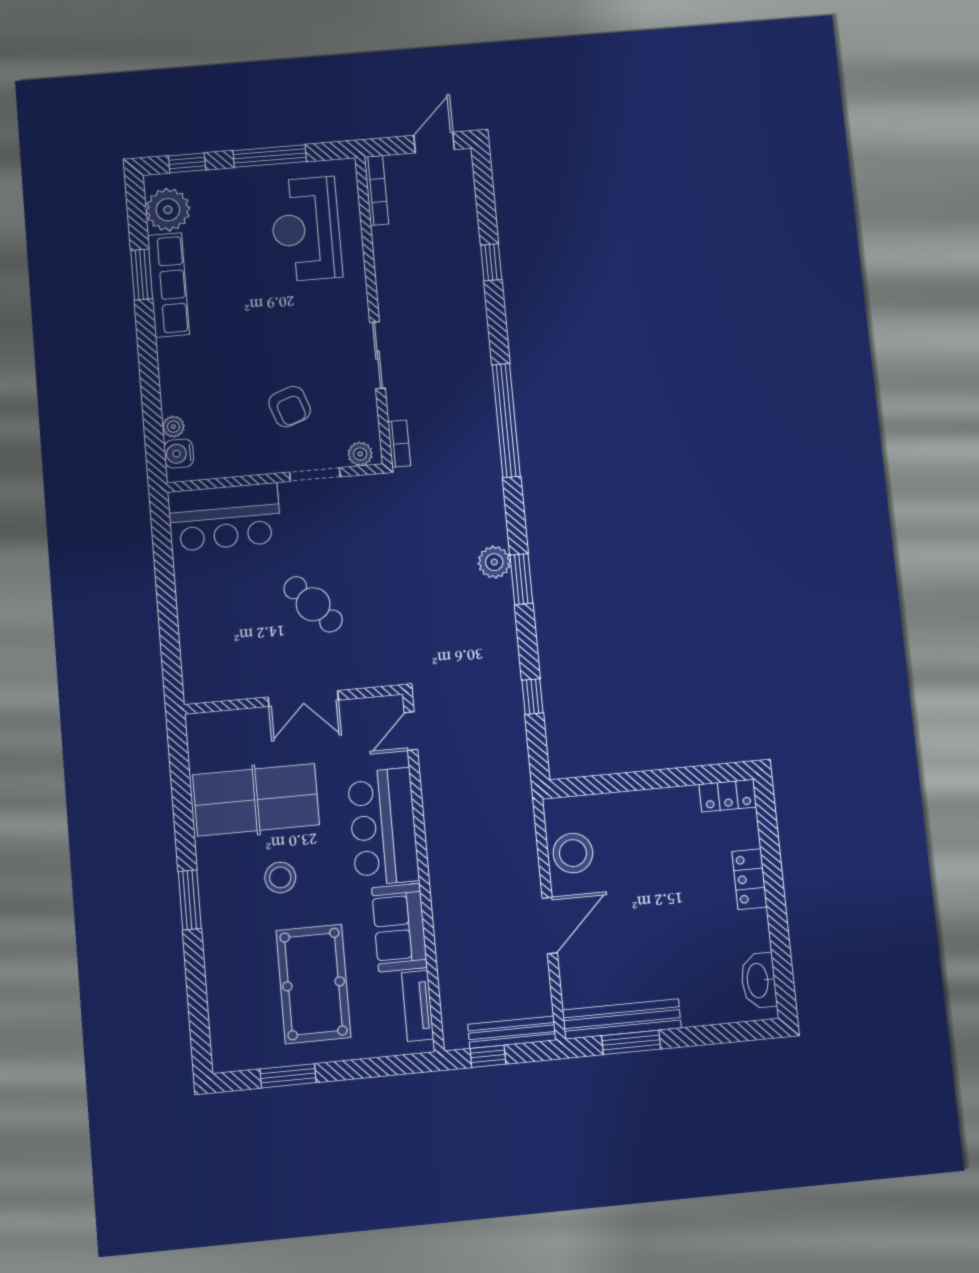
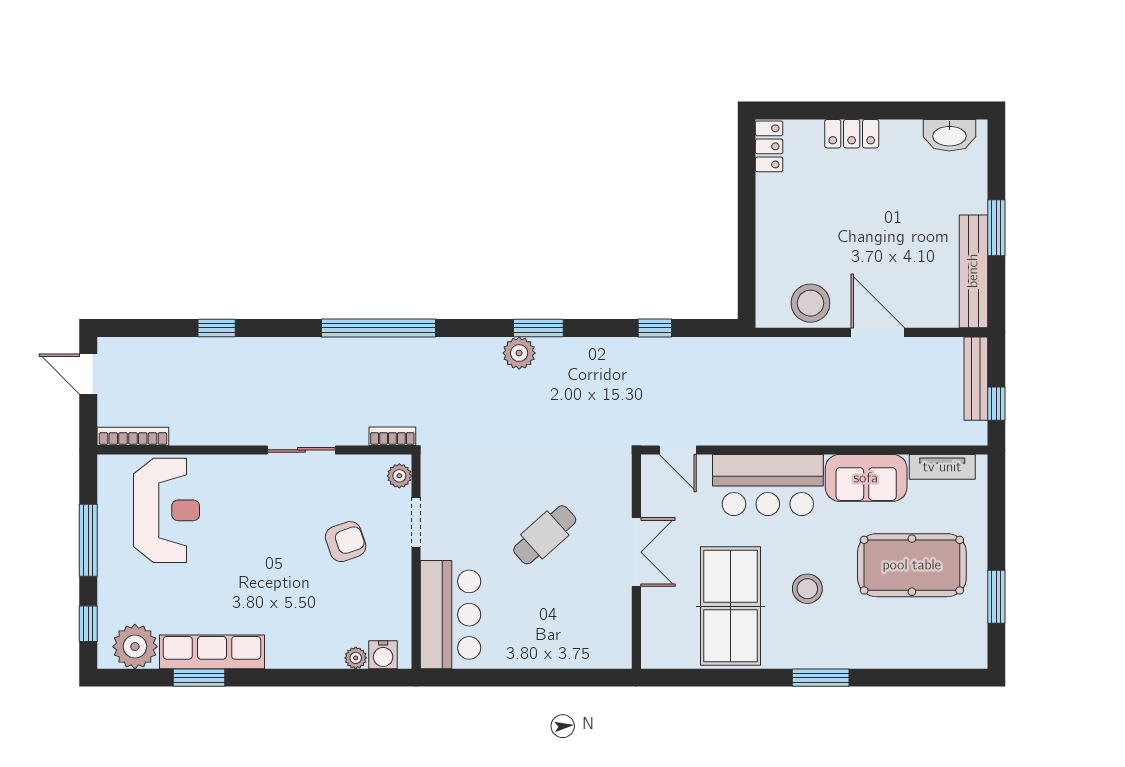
reception desk: (306, 229) -> (167, 510), turned -90
window: (631, 1042) -> (996, 228), moved

